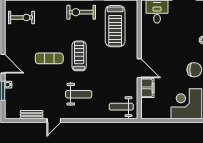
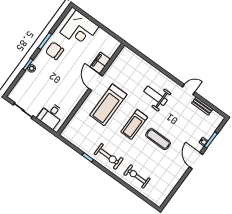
exercise bike: (21, 17) -> (137, 176), moved
treadmill: (115, 26) -> (108, 105), moved, turned 180
weight bench: (121, 107) -> (130, 63), removed

